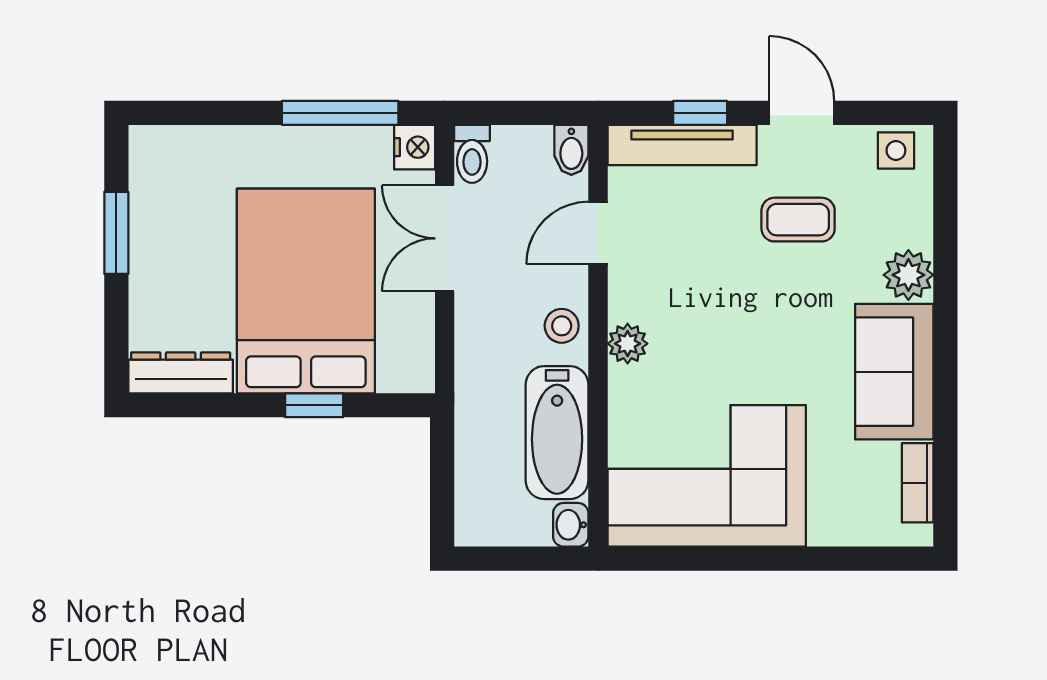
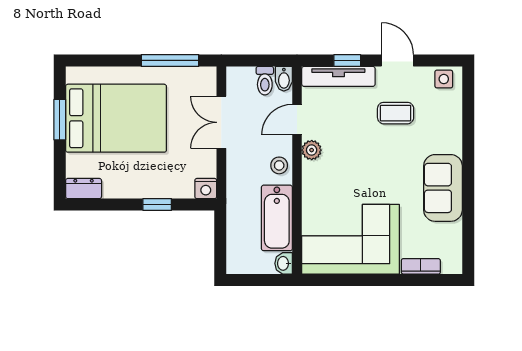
nightstand: (415, 147) -> (206, 189), moved, turned 90
toilet: (472, 154) -> (265, 81), moved
plant: (908, 275) -> (450, 140), removed
bed: (306, 291) -> (116, 118), moved, turned 90
plant: (628, 344) -> (312, 150), moved
dresser: (181, 373) -> (84, 189), width x0.70
bookcase: (918, 483) -> (421, 266), moved, turned 90

